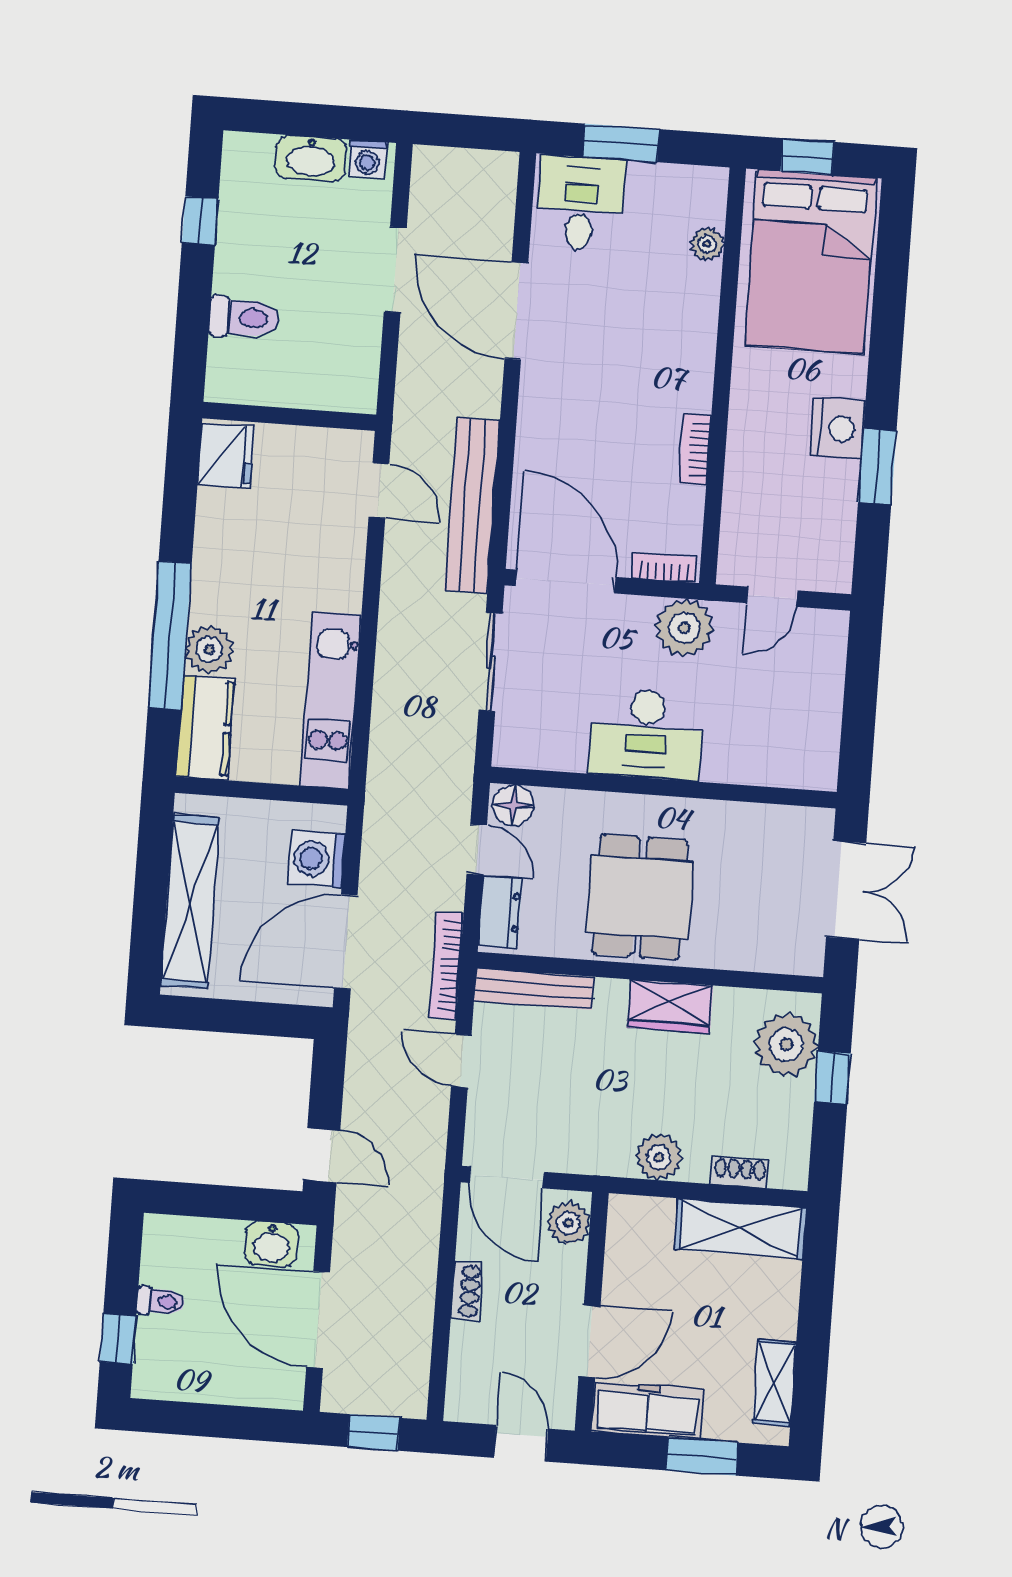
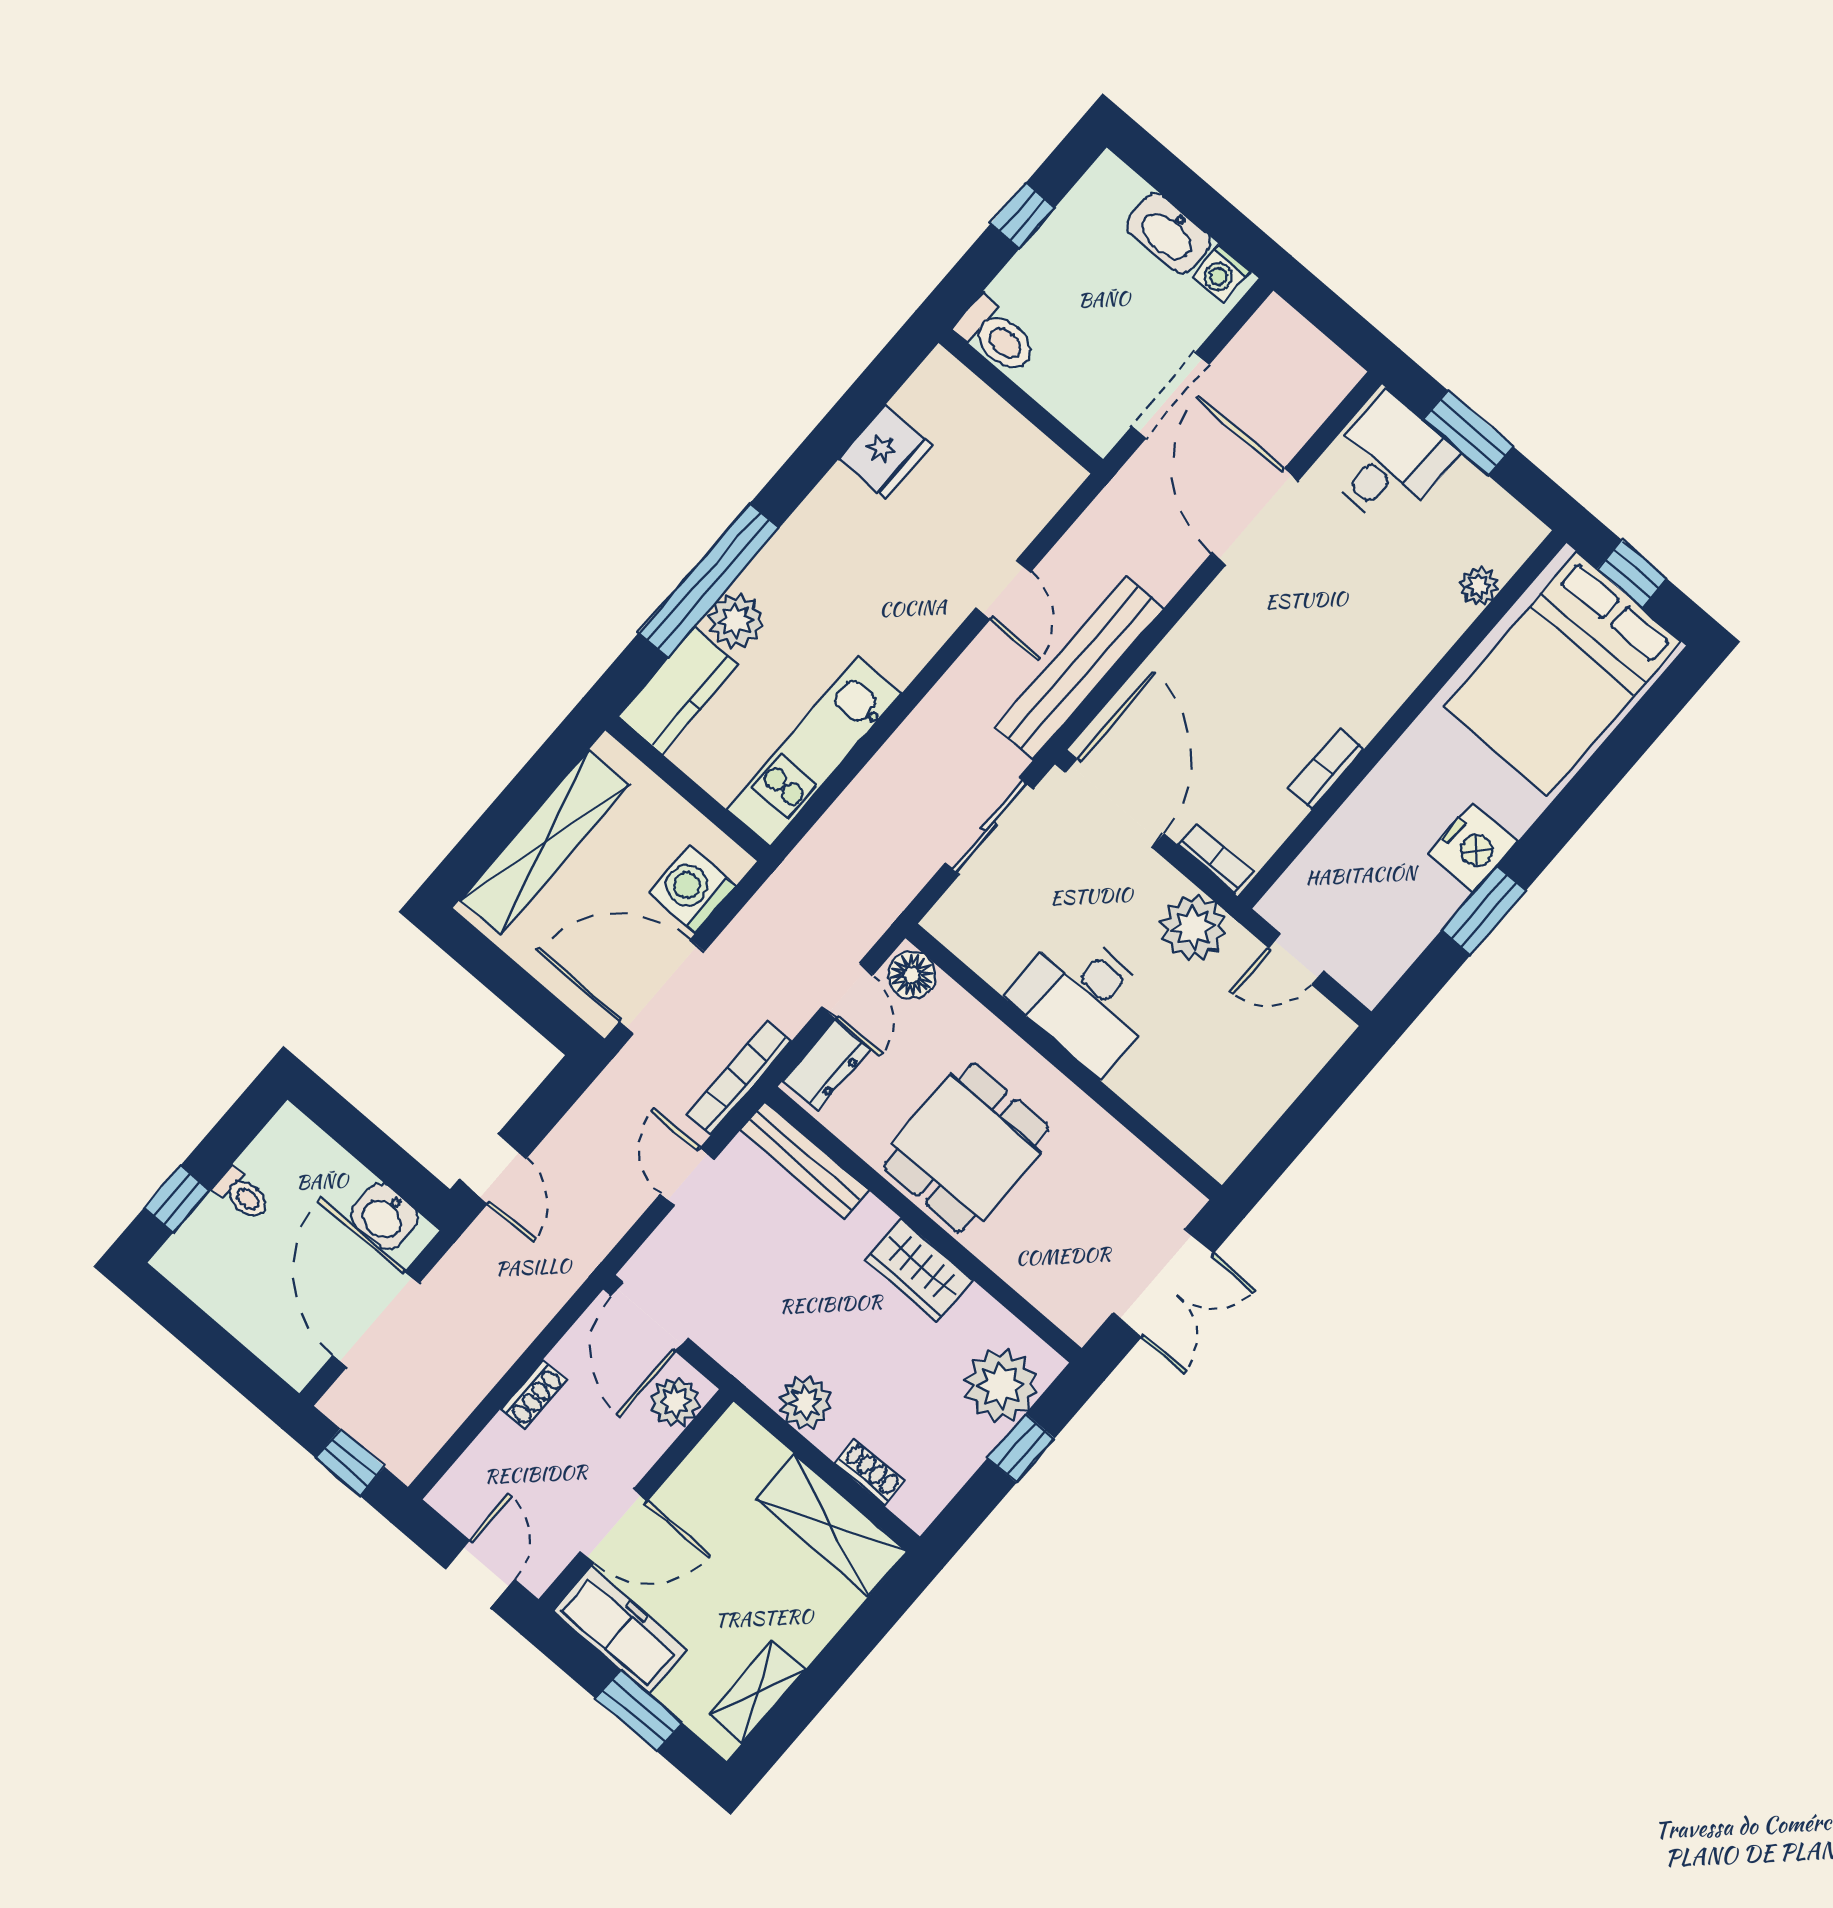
wall: (289, 416) -> (1021, 401), moved

